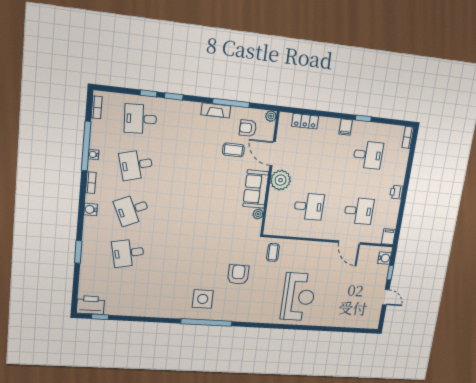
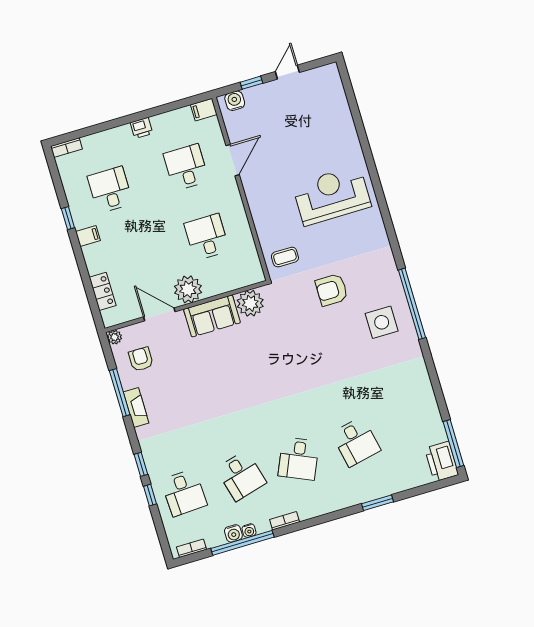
armchair: (248, 128) -> (141, 359), turned 180
coffee table: (233, 150) -> (175, 365), removed
door: (273, 154) -> (159, 314), swing flipped
water cooler: (91, 209) -> (233, 533), moved
desk: (132, 210) -> (299, 459), turned 48
plant: (258, 214) -> (250, 303), width x1.88, depth x1.88
window: (100, 317) -> (453, 444), width x2.17

